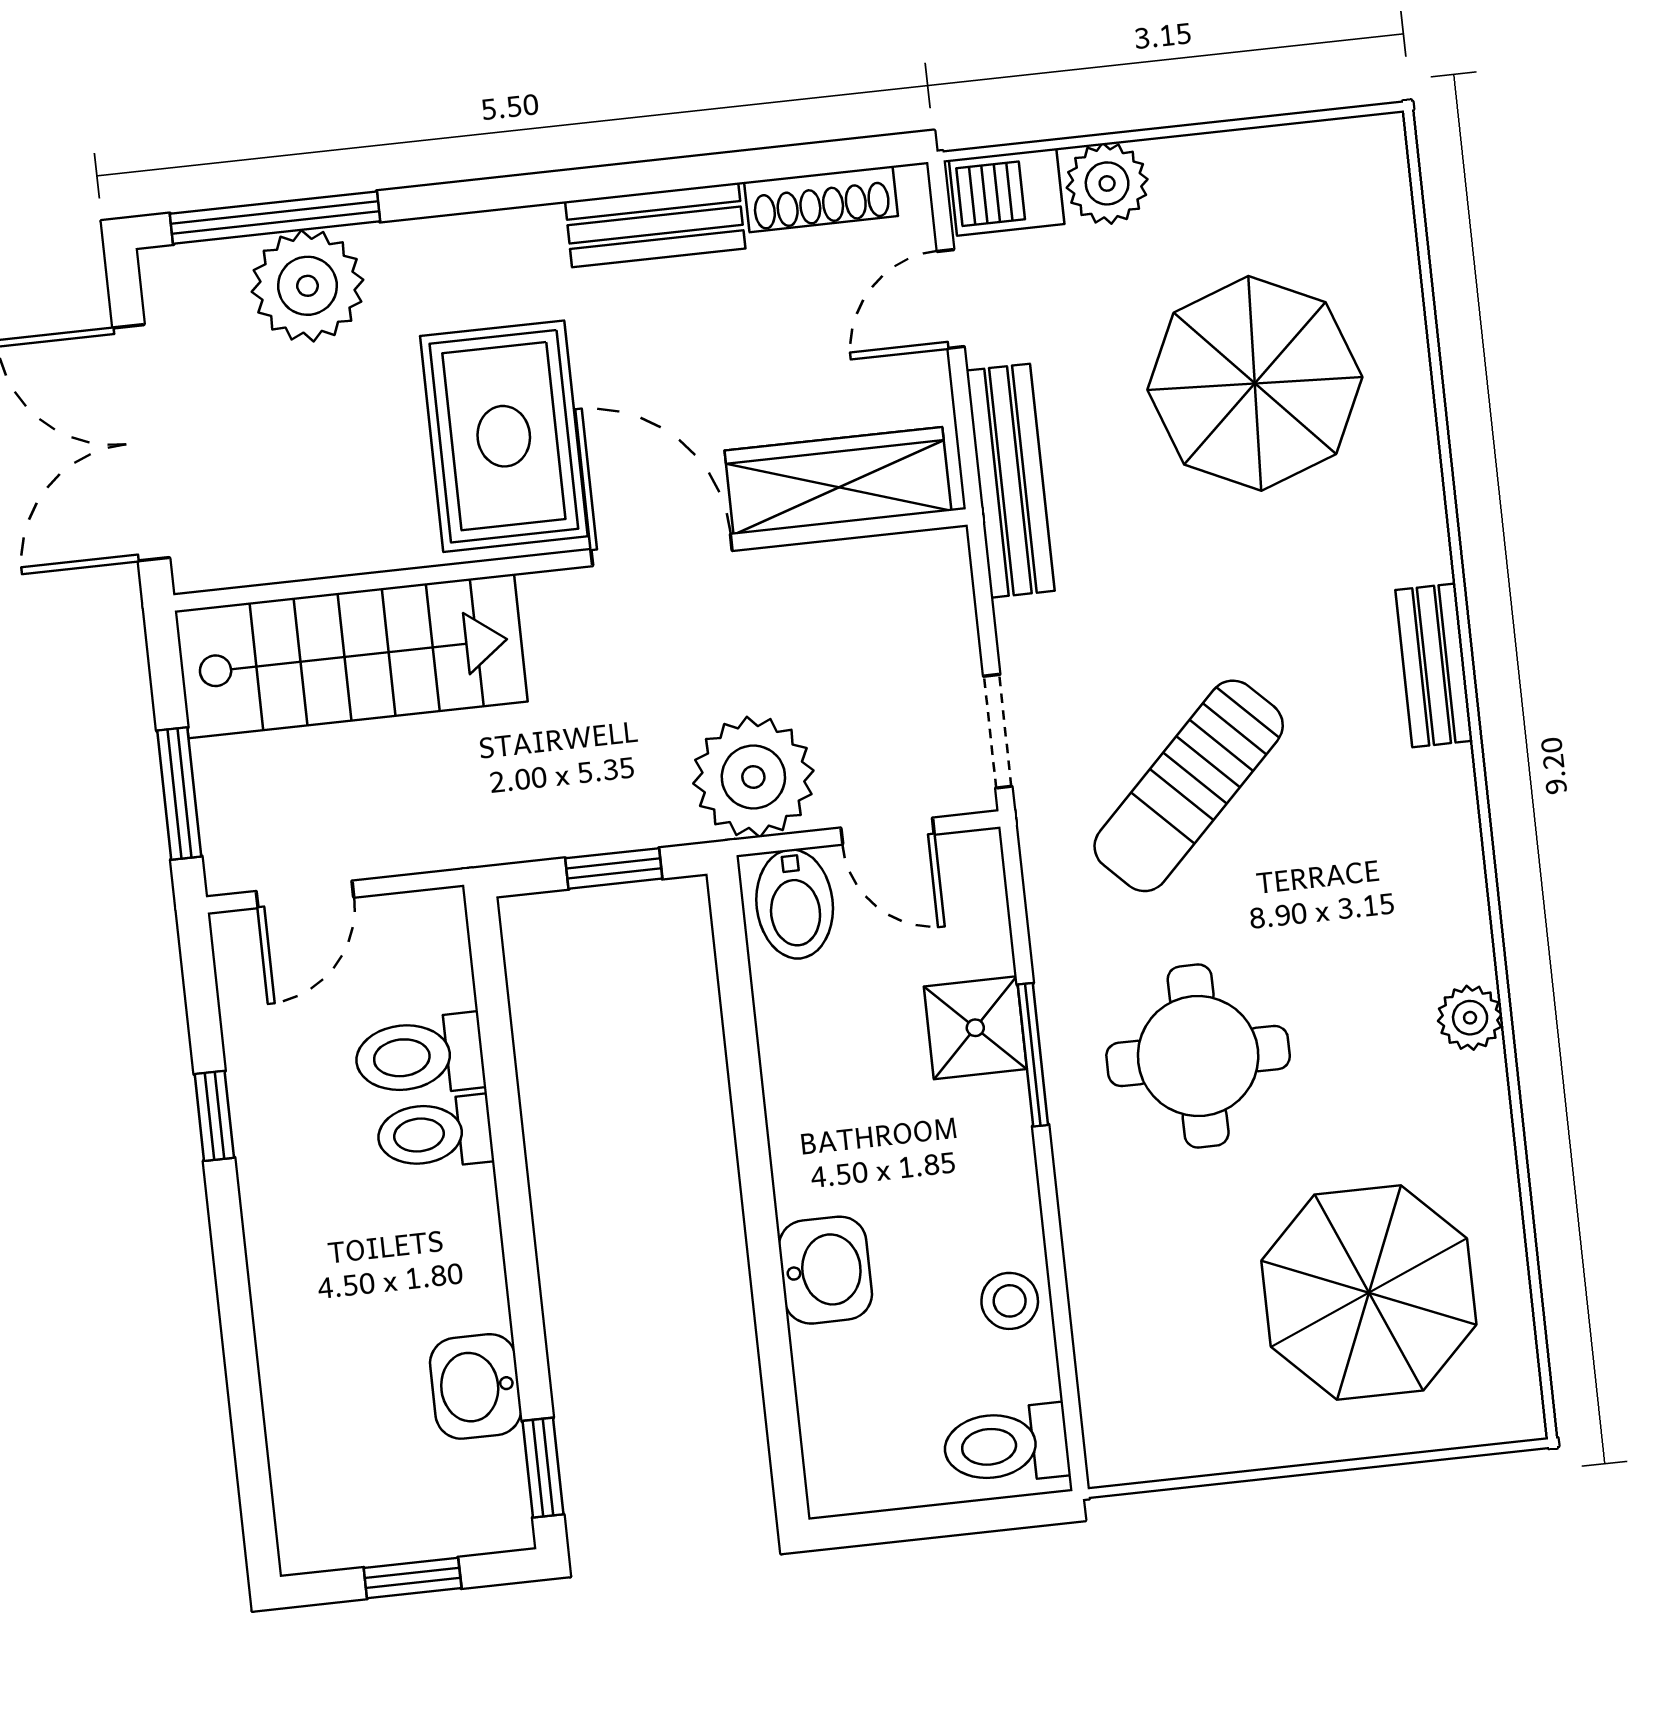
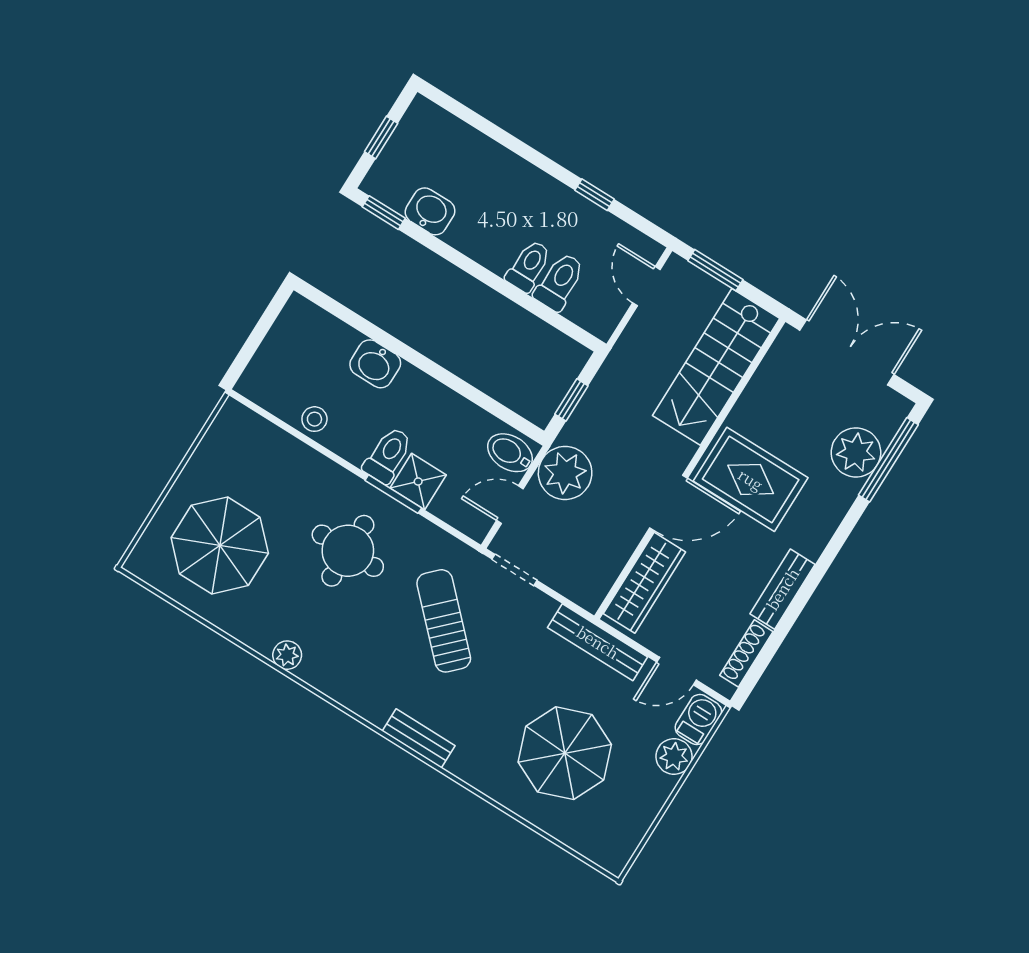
door: (951, 299) -> (677, 671), swing flipped
toilet: (1006, 1445) -> (388, 455), moved

